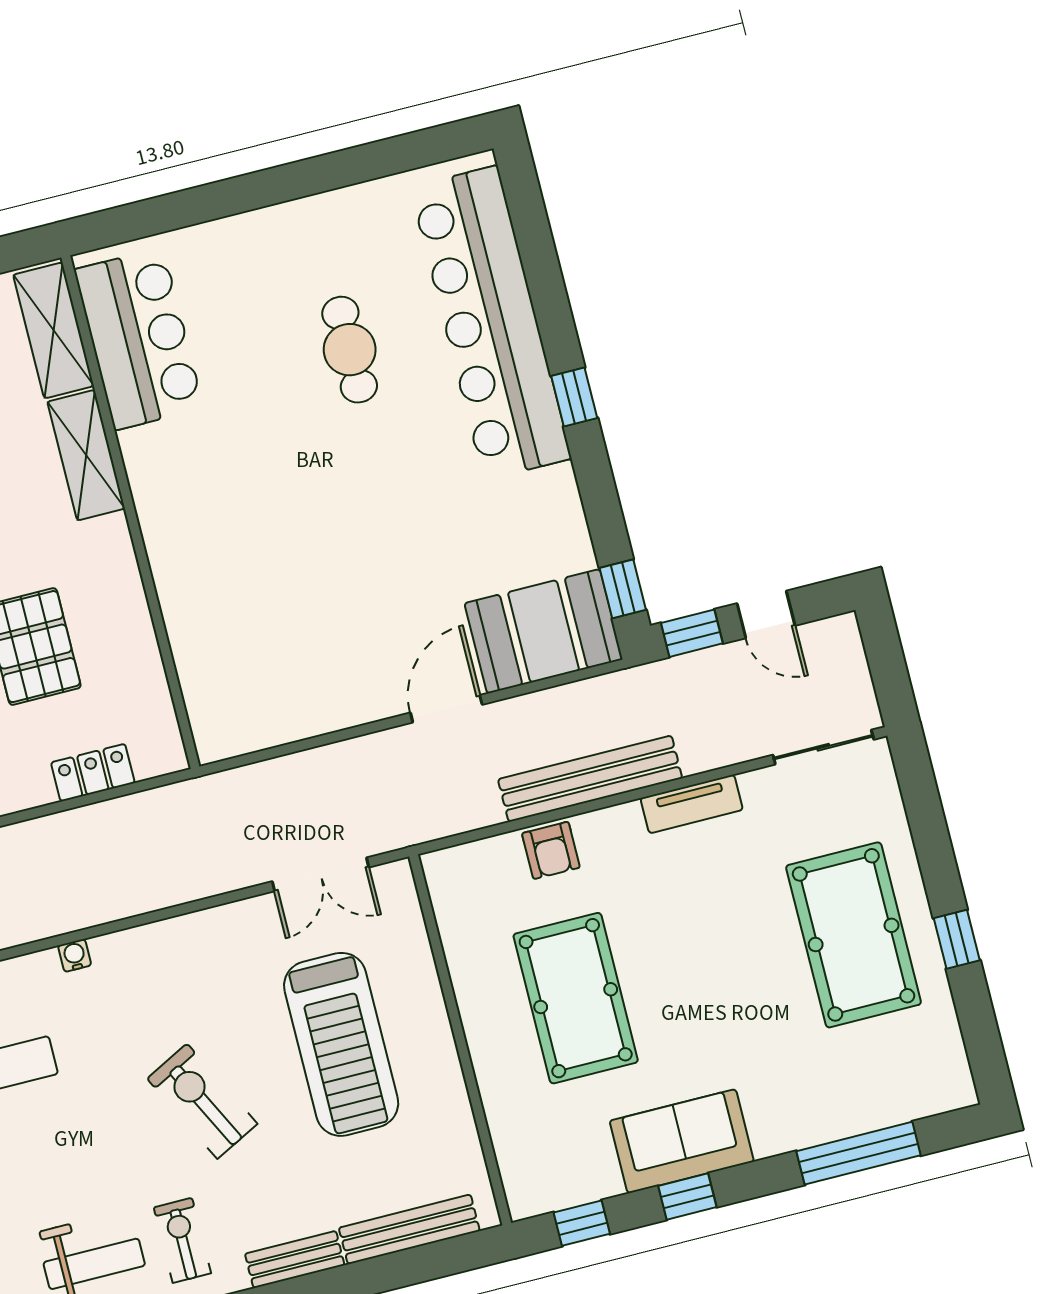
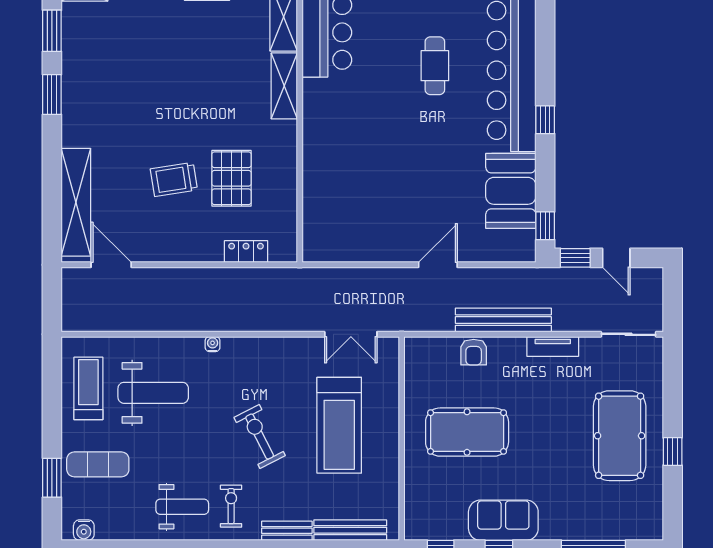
booth: (544, 631) -> (511, 191), moved, turned 90
pool table: (576, 998) -> (467, 432), turned 90

